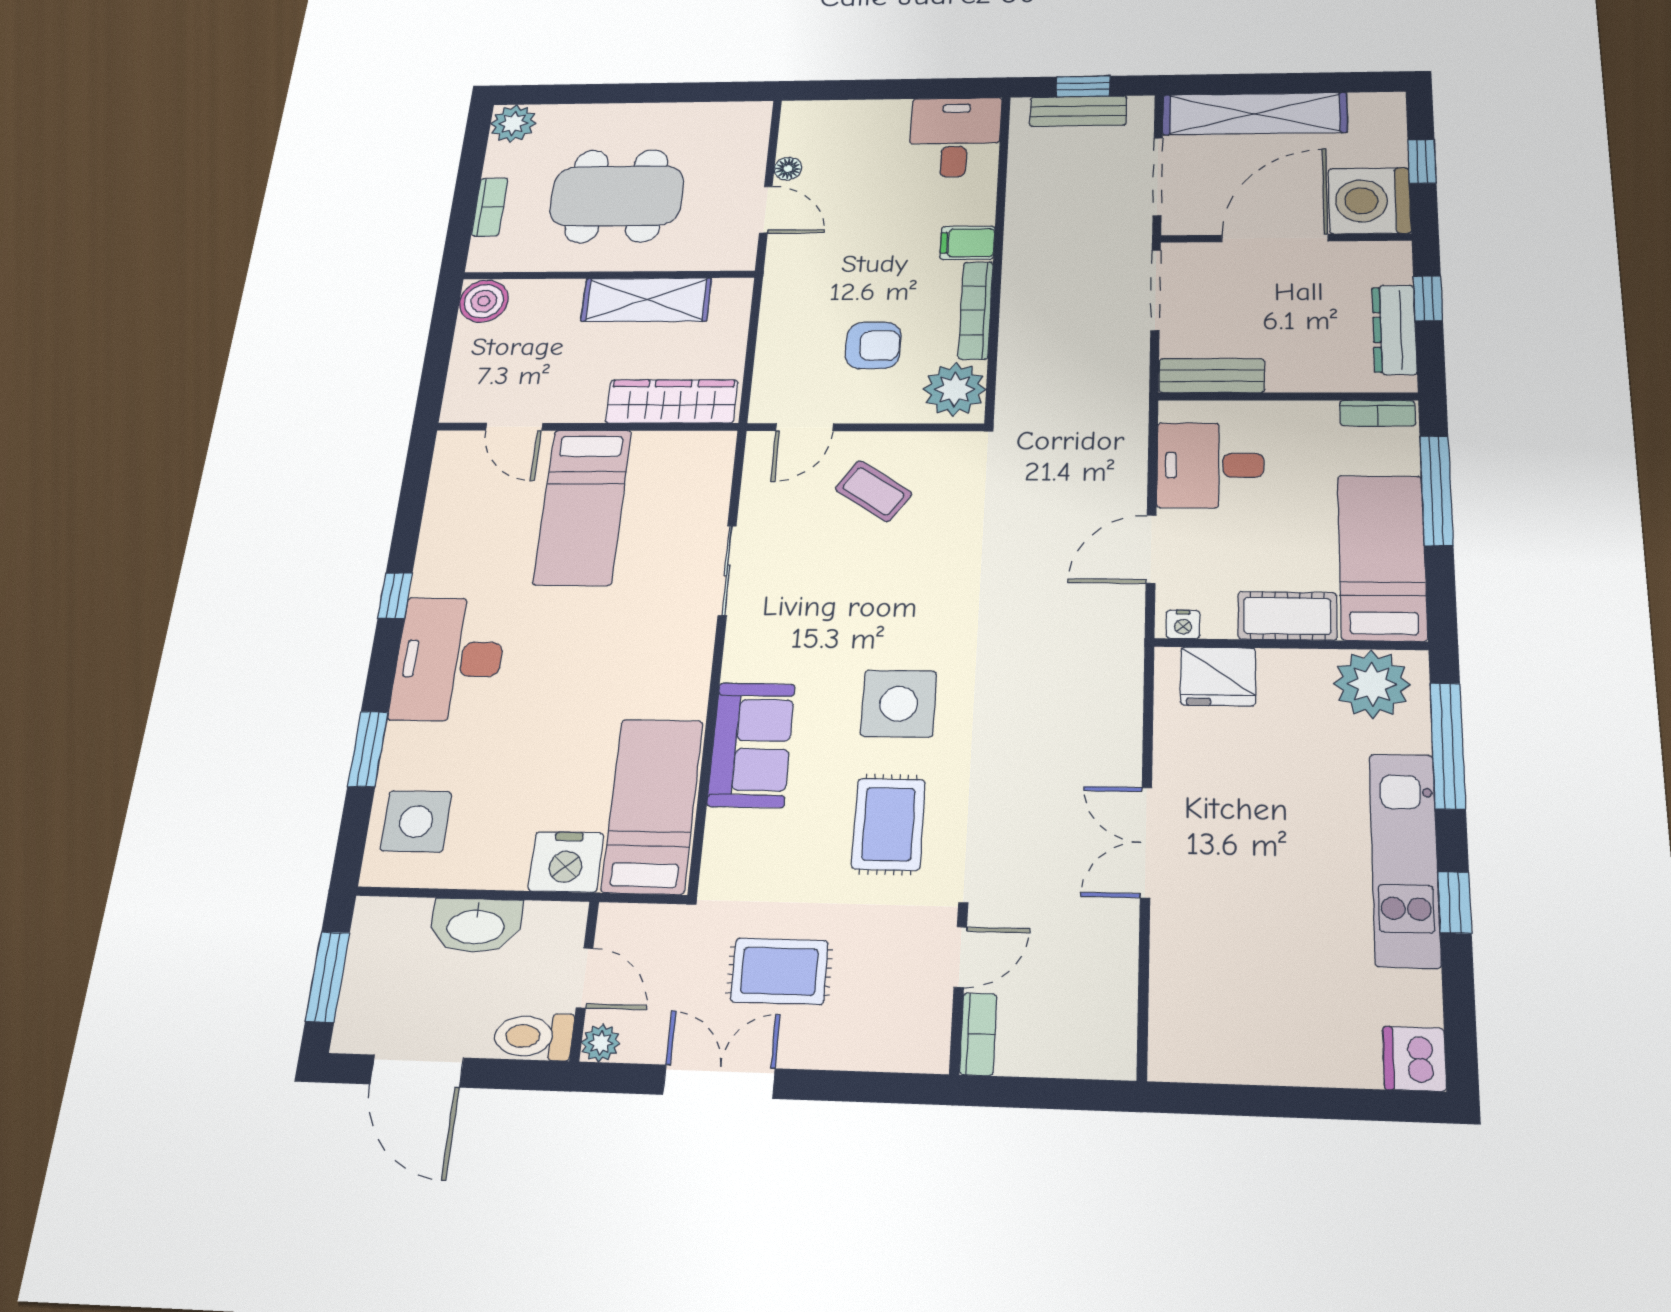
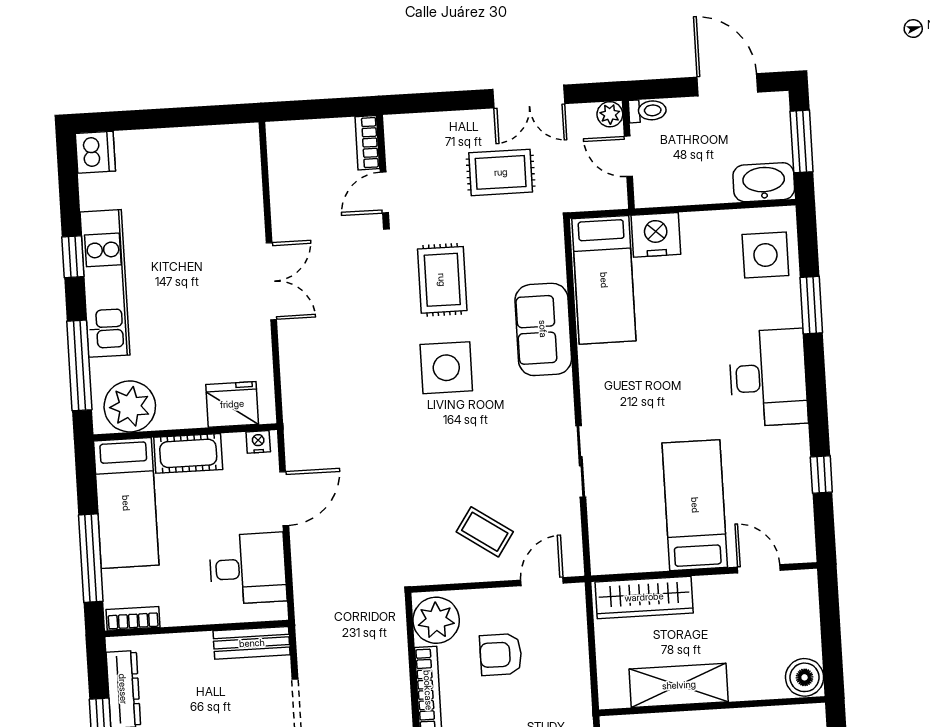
window: (395, 596) -> (821, 475), moved
washbasin: (476, 925) -> (764, 182), moved
toilet: (534, 1036) -> (647, 111), width x0.73, depth x0.72

